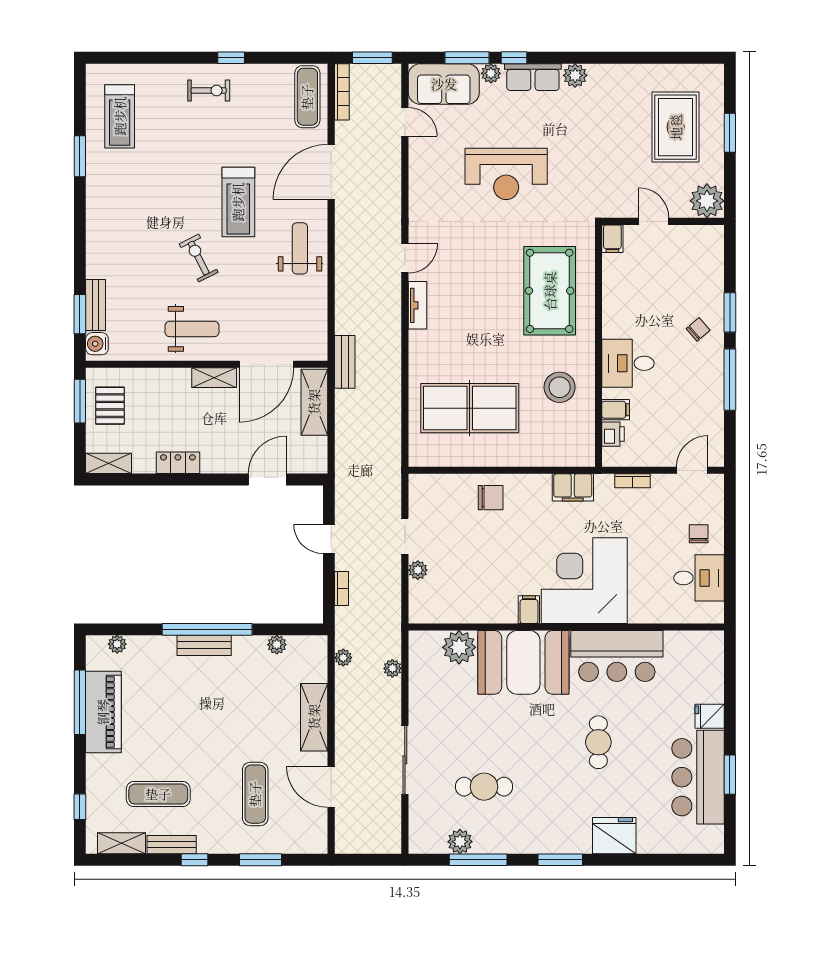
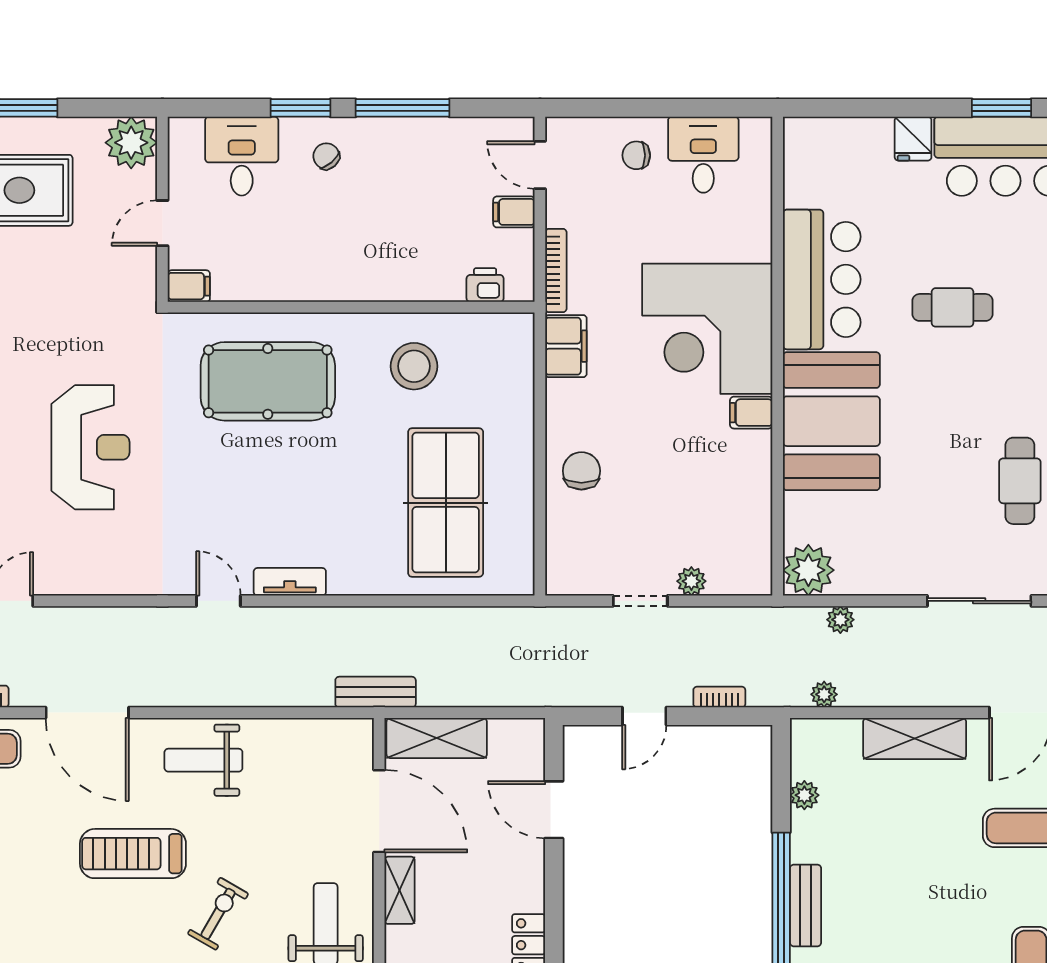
treadmill: (238, 202) -> (133, 854), turned 180
exercise bike: (199, 258) -> (218, 914), turned 147
desk: (628, 363) -> (242, 156), moved, turned 180
filing cabinet: (616, 410) -> (514, 212), moved, turned -90
bookcase: (633, 481) -> (556, 271), width x1.56
plant: (459, 647) -> (808, 570), moved

